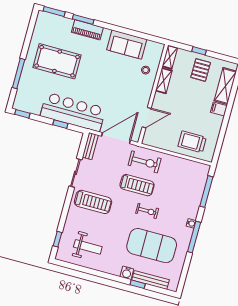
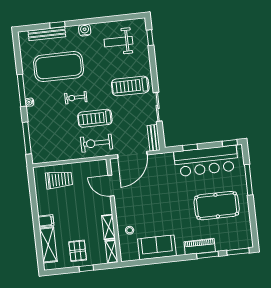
bar counter: (73, 112) -> (206, 161), moved
door: (147, 118) -> (111, 186), hinge flipped
water cooler: (127, 273) -> (85, 30), moved

